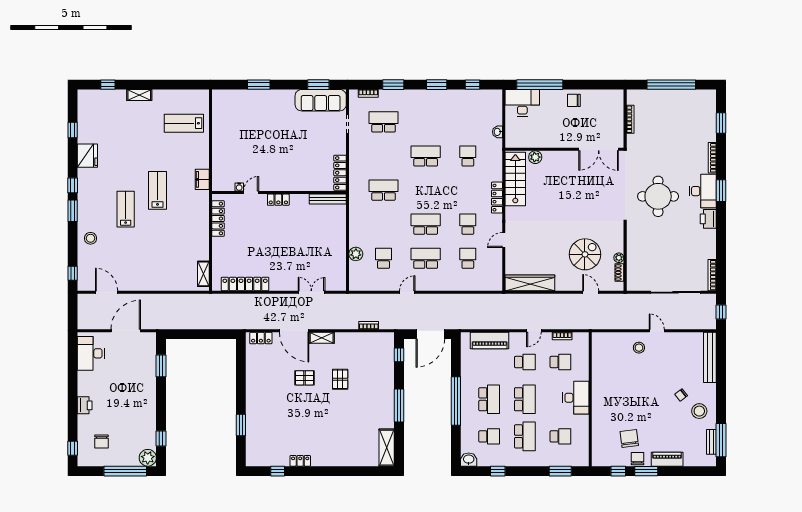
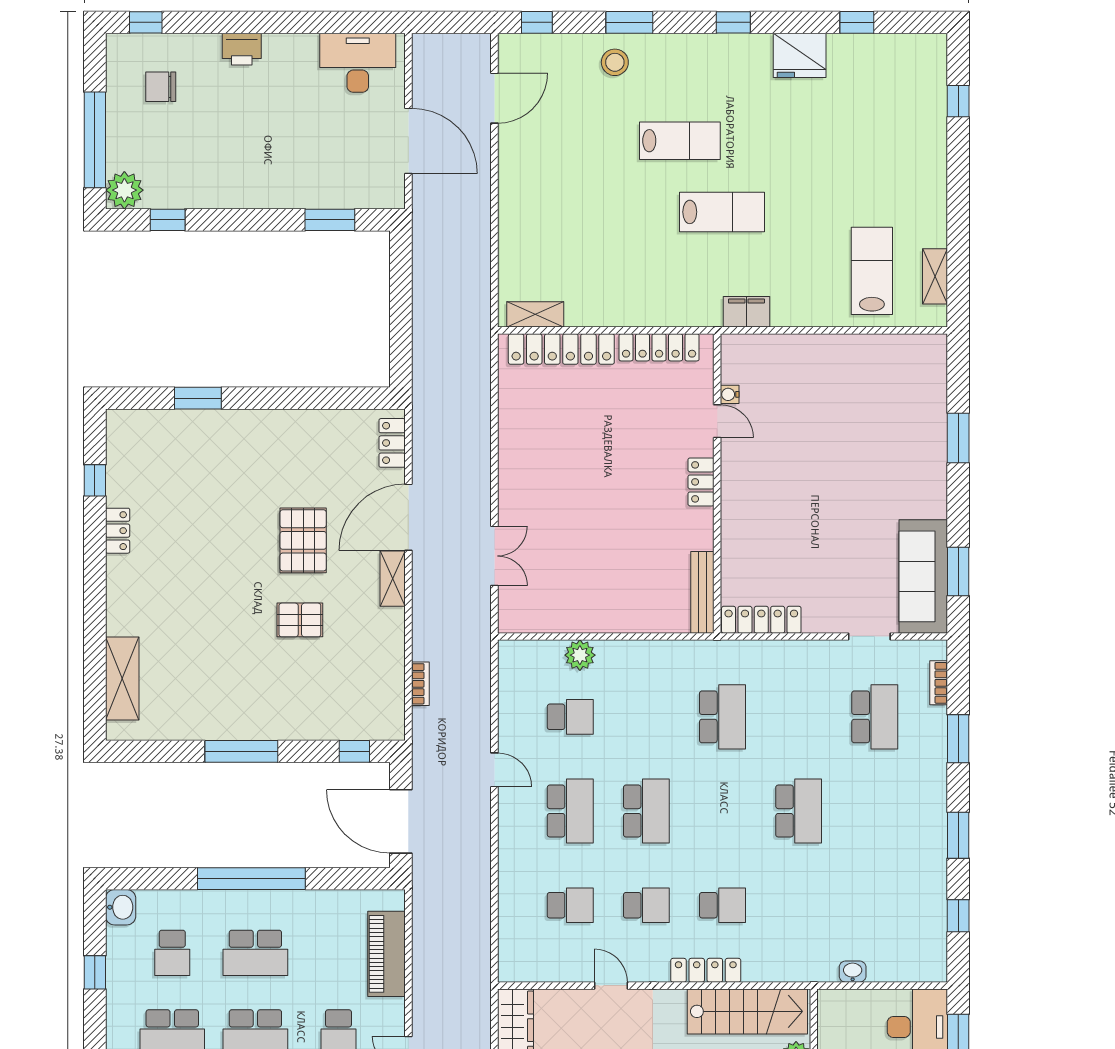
shelving: (139, 95) -> (935, 276), moved
school desk: (468, 156) -> (722, 905), moved
window: (73, 211) -> (629, 22), moved
locker: (245, 284) -> (561, 349), moved, turned 90
pallet: (304, 378) -> (303, 540), width x1.50, depth x1.42
shelving: (387, 448) -> (122, 678), moved, turned 90

